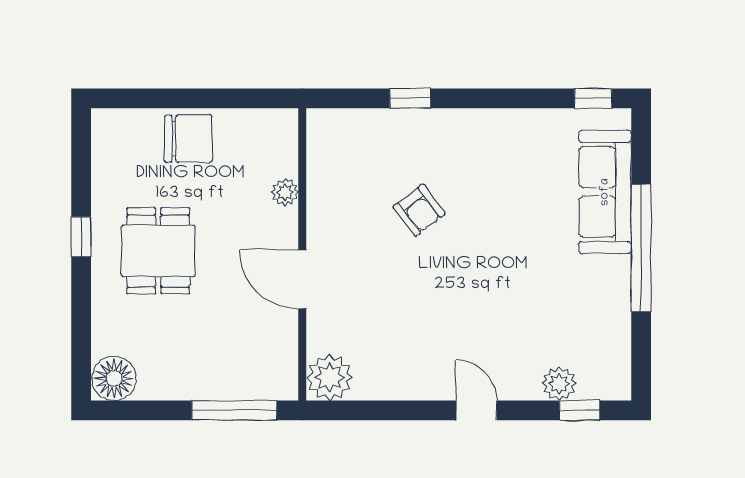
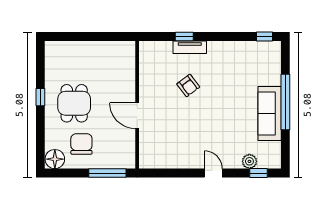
tv unit: (422, 123) -> (190, 47), added
chair: (188, 138) -> (81, 144), moved, turned -90
plant: (285, 192) -> (130, 78), removed
sofa: (605, 192) -> (270, 113), moved
plant: (329, 377) -> (149, 159), removed

